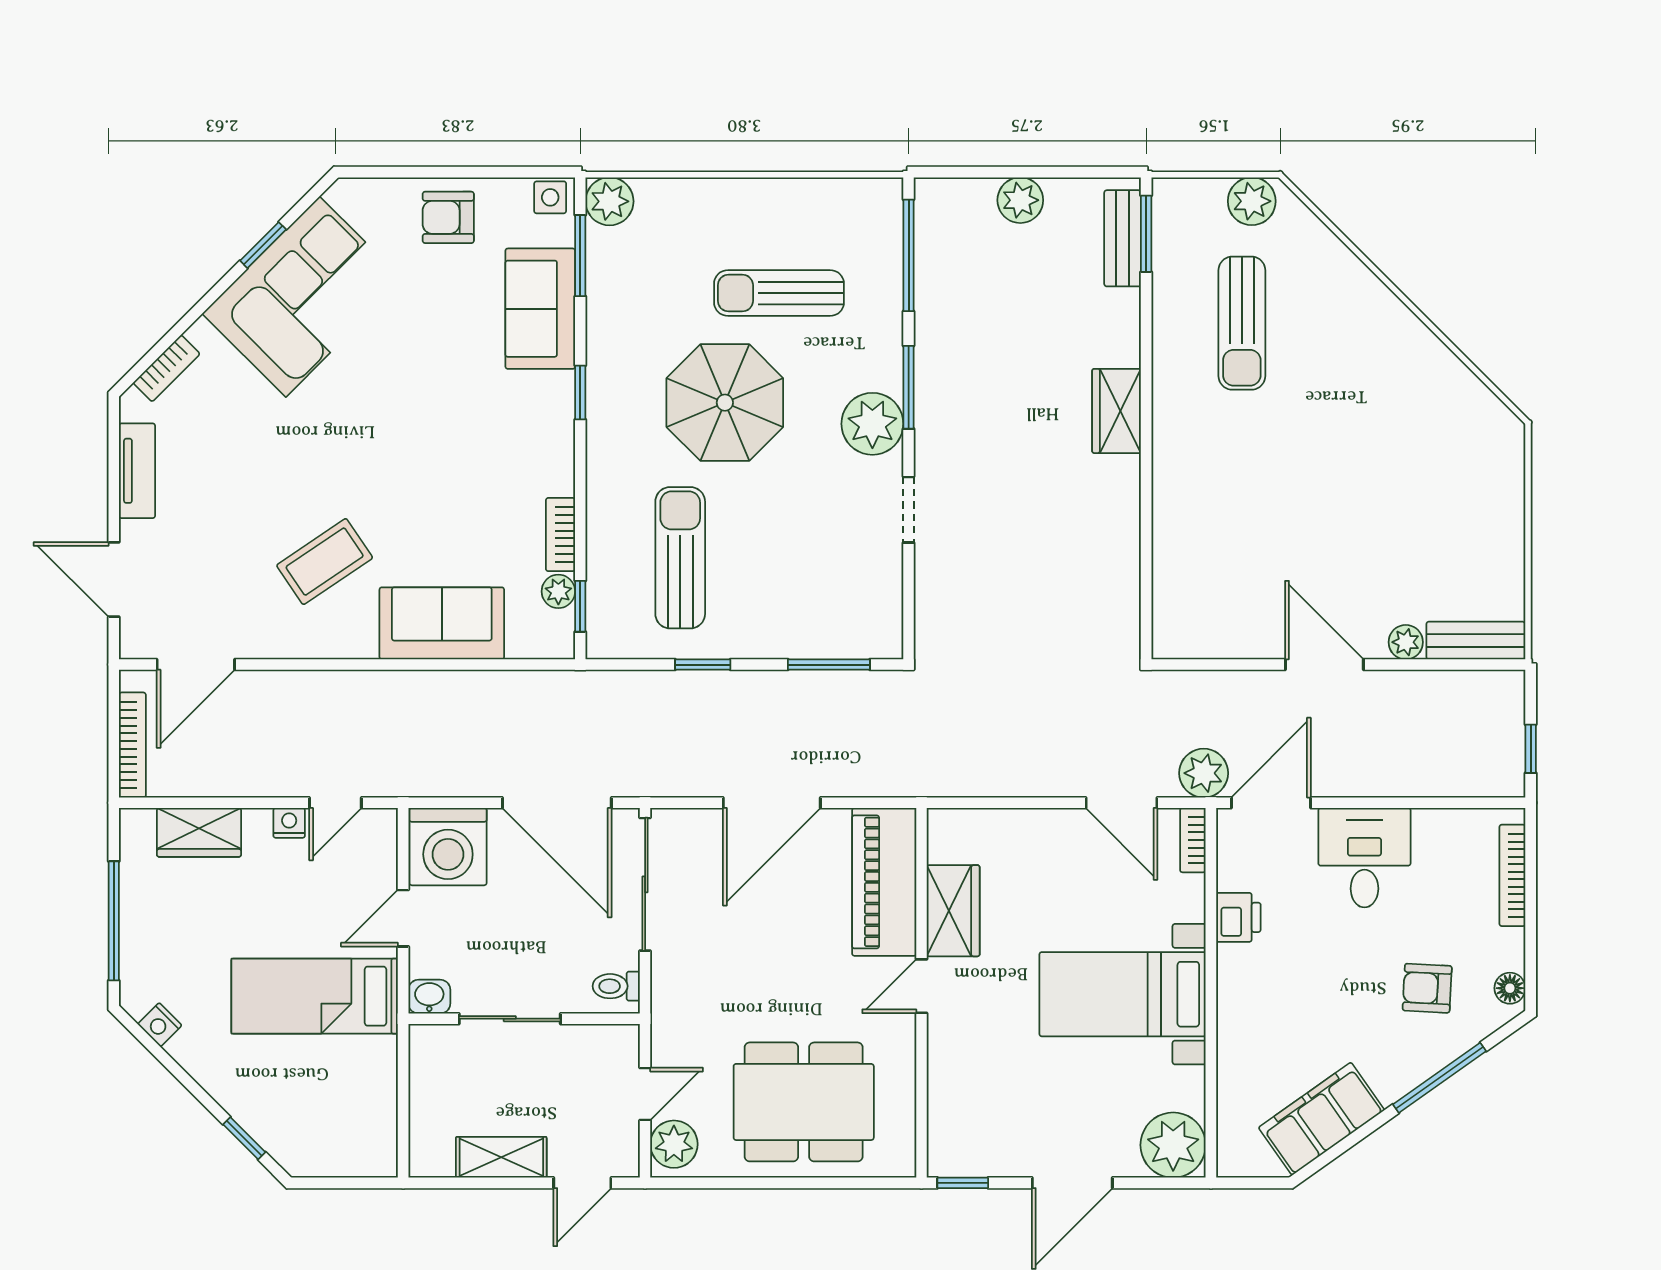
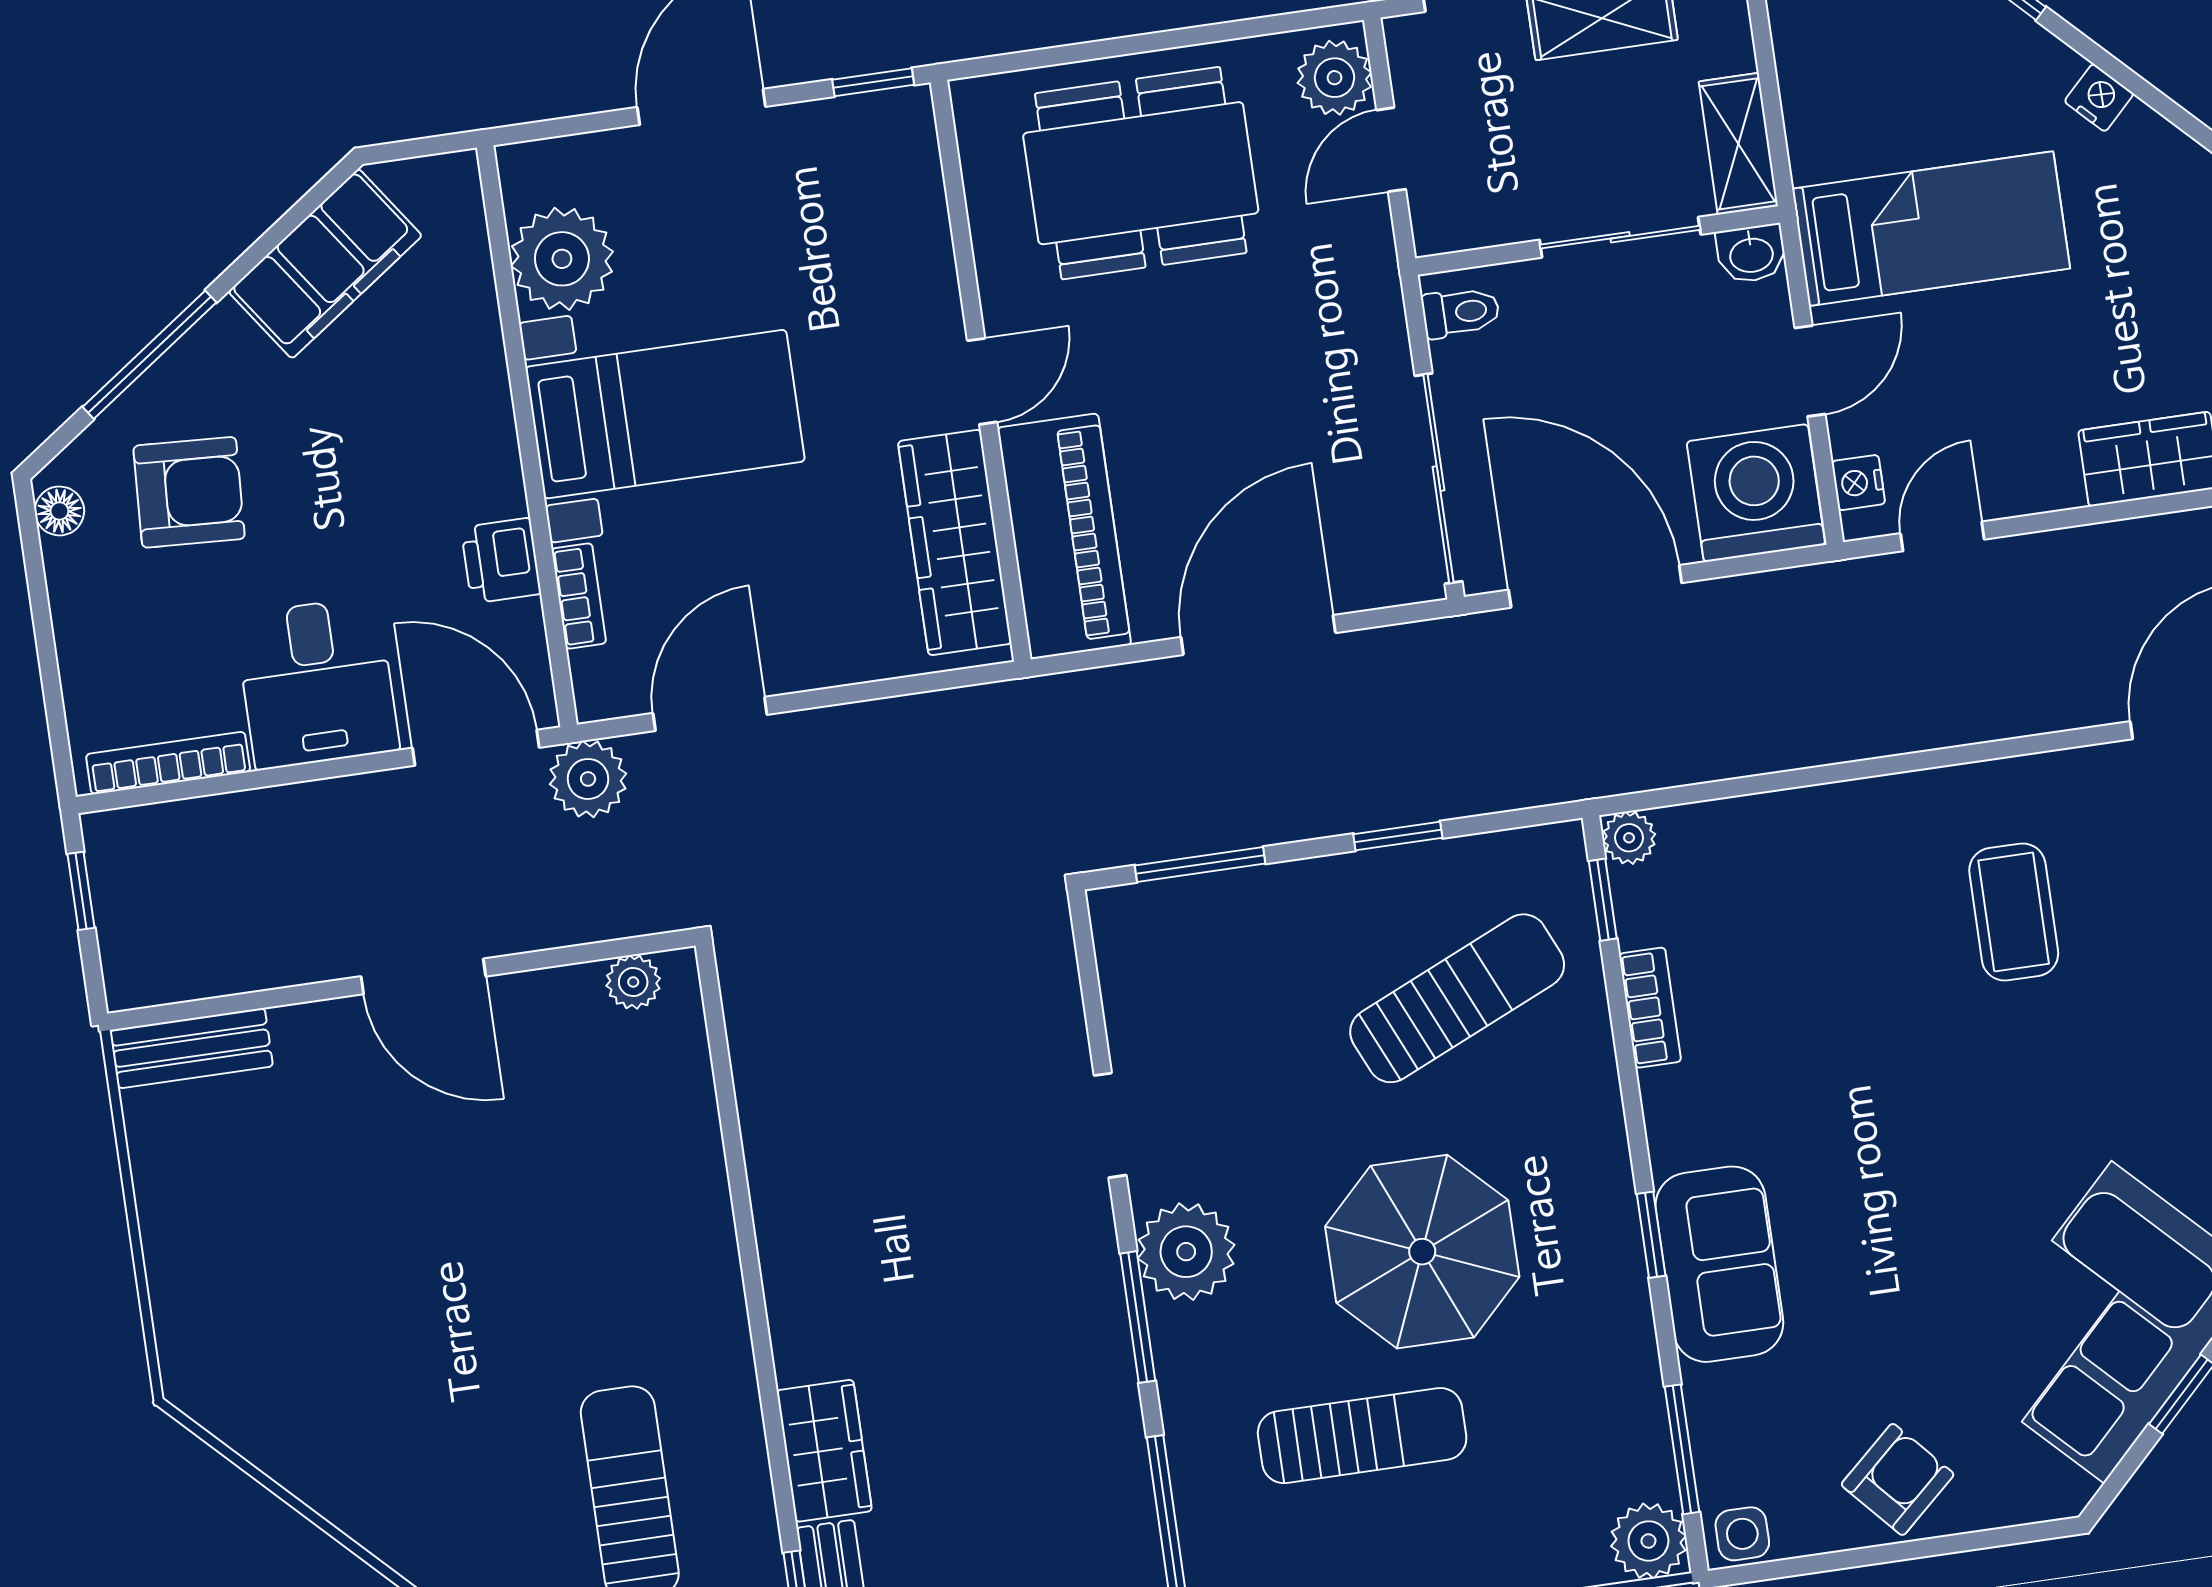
armchair: (448, 217) -> (1898, 1479), turned -42
sofa: (540, 309) -> (1719, 1264), moved
wardrobe: (1117, 411) -> (824, 1451), moved
sun lounger: (680, 558) -> (1457, 998), turned -114
coffee table: (325, 562) -> (2014, 912), turned -56
plant: (558, 591) -> (1629, 838), moved
sofa: (442, 623) -> (1816, 842), removed
plant: (1406, 642) -> (633, 982), moved
door: (1122, 803) -> (710, 714), hinge flipped
door: (1271, 803) -> (476, 748), swing flipped
nightstand: (289, 823) -> (1858, 483), moved, turned 90
bookcase: (1193, 840) -> (579, 596), moved
bookcase: (1512, 875) -> (168, 763), moved, turned -90
wardrobe: (953, 911) -> (955, 542), width x1.50
armchair: (1427, 988) -> (189, 492), width x1.38, depth x1.38
nightstand: (160, 1025) -> (2099, 98), moved
shelving: (428, 1066) -> (1738, 144), added
plant: (1173, 1145) -> (562, 259), moved

